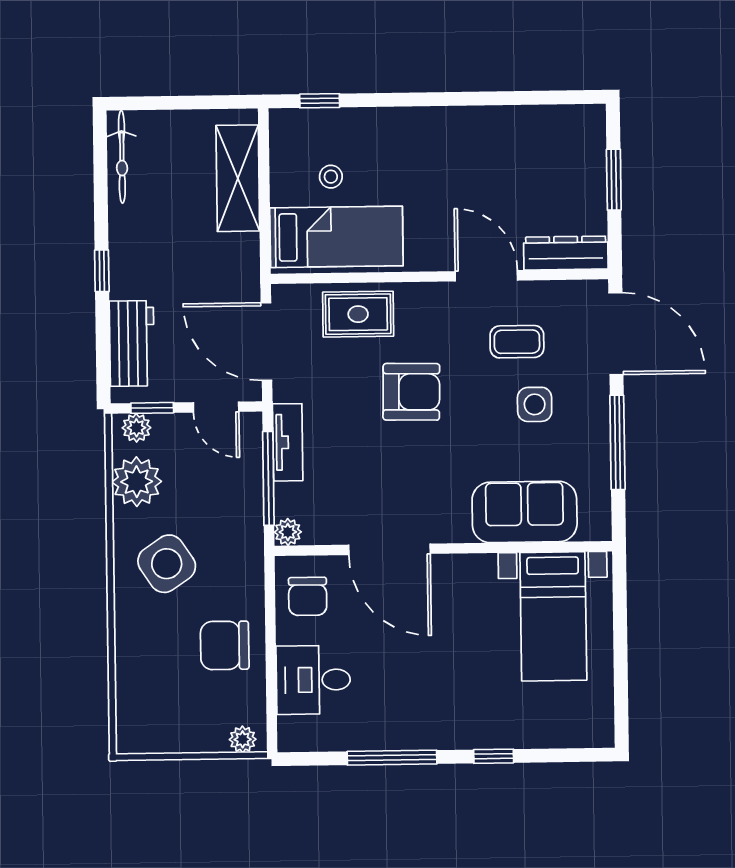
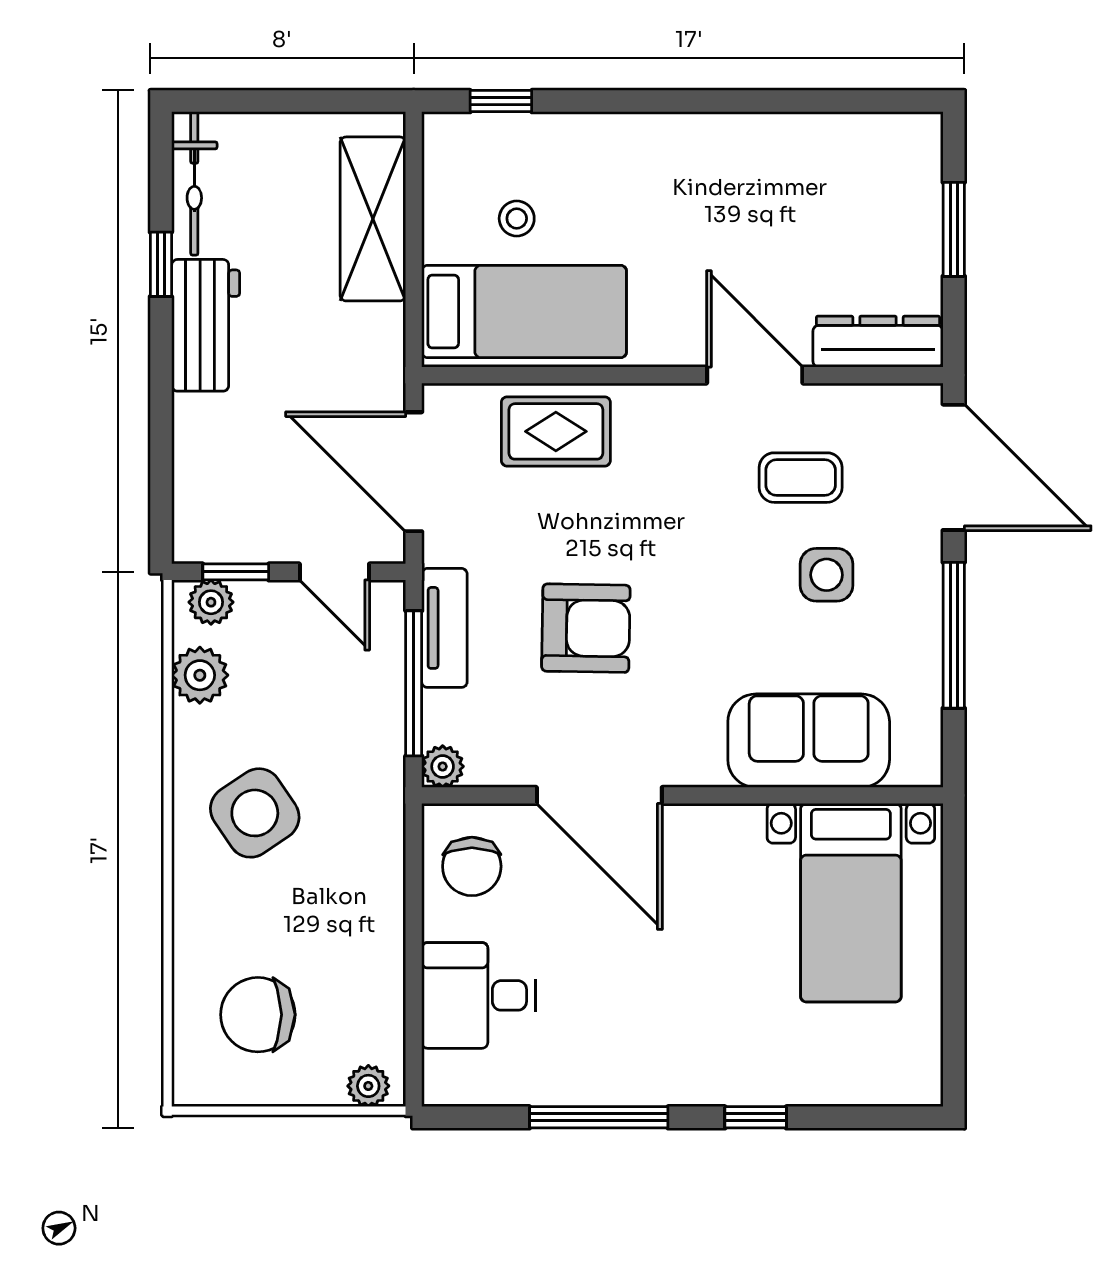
window: (102, 271) -> (161, 264), moved
workbench: (132, 343) -> (206, 325), moved
armchair: (411, 392) -> (586, 628), moved
plant: (137, 482) -> (200, 675), width x0.73, depth x0.73
chair: (225, 645) -> (258, 1015), moved

